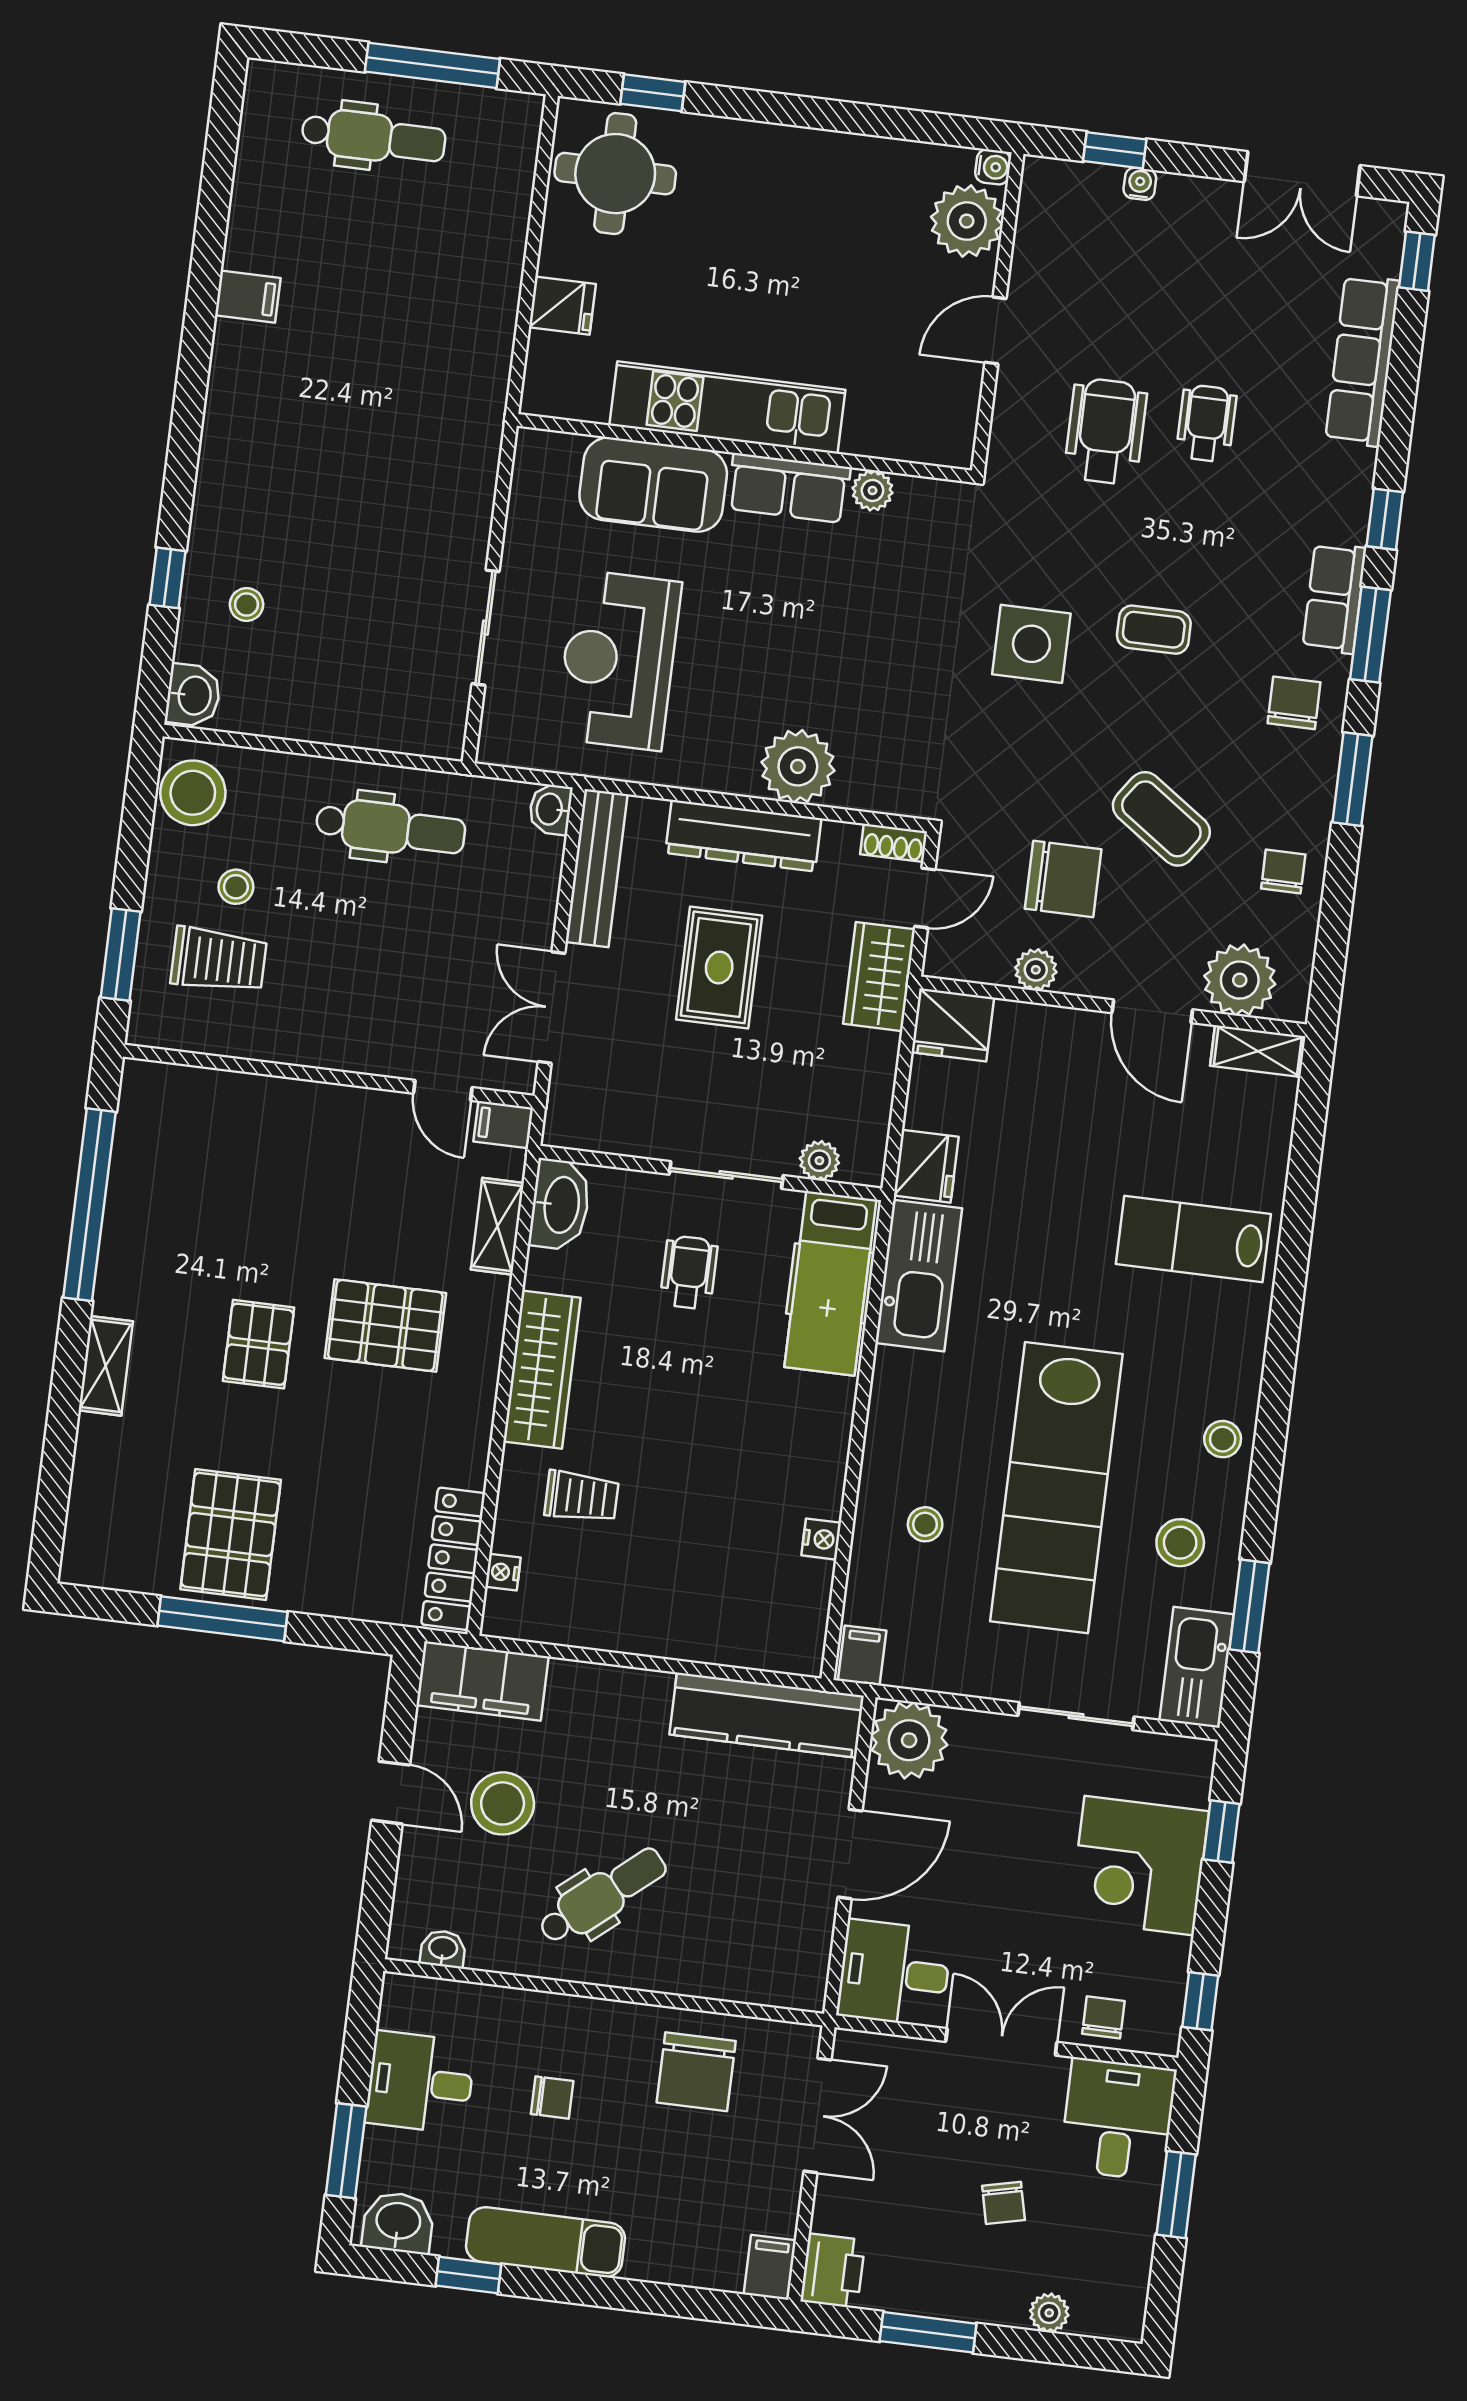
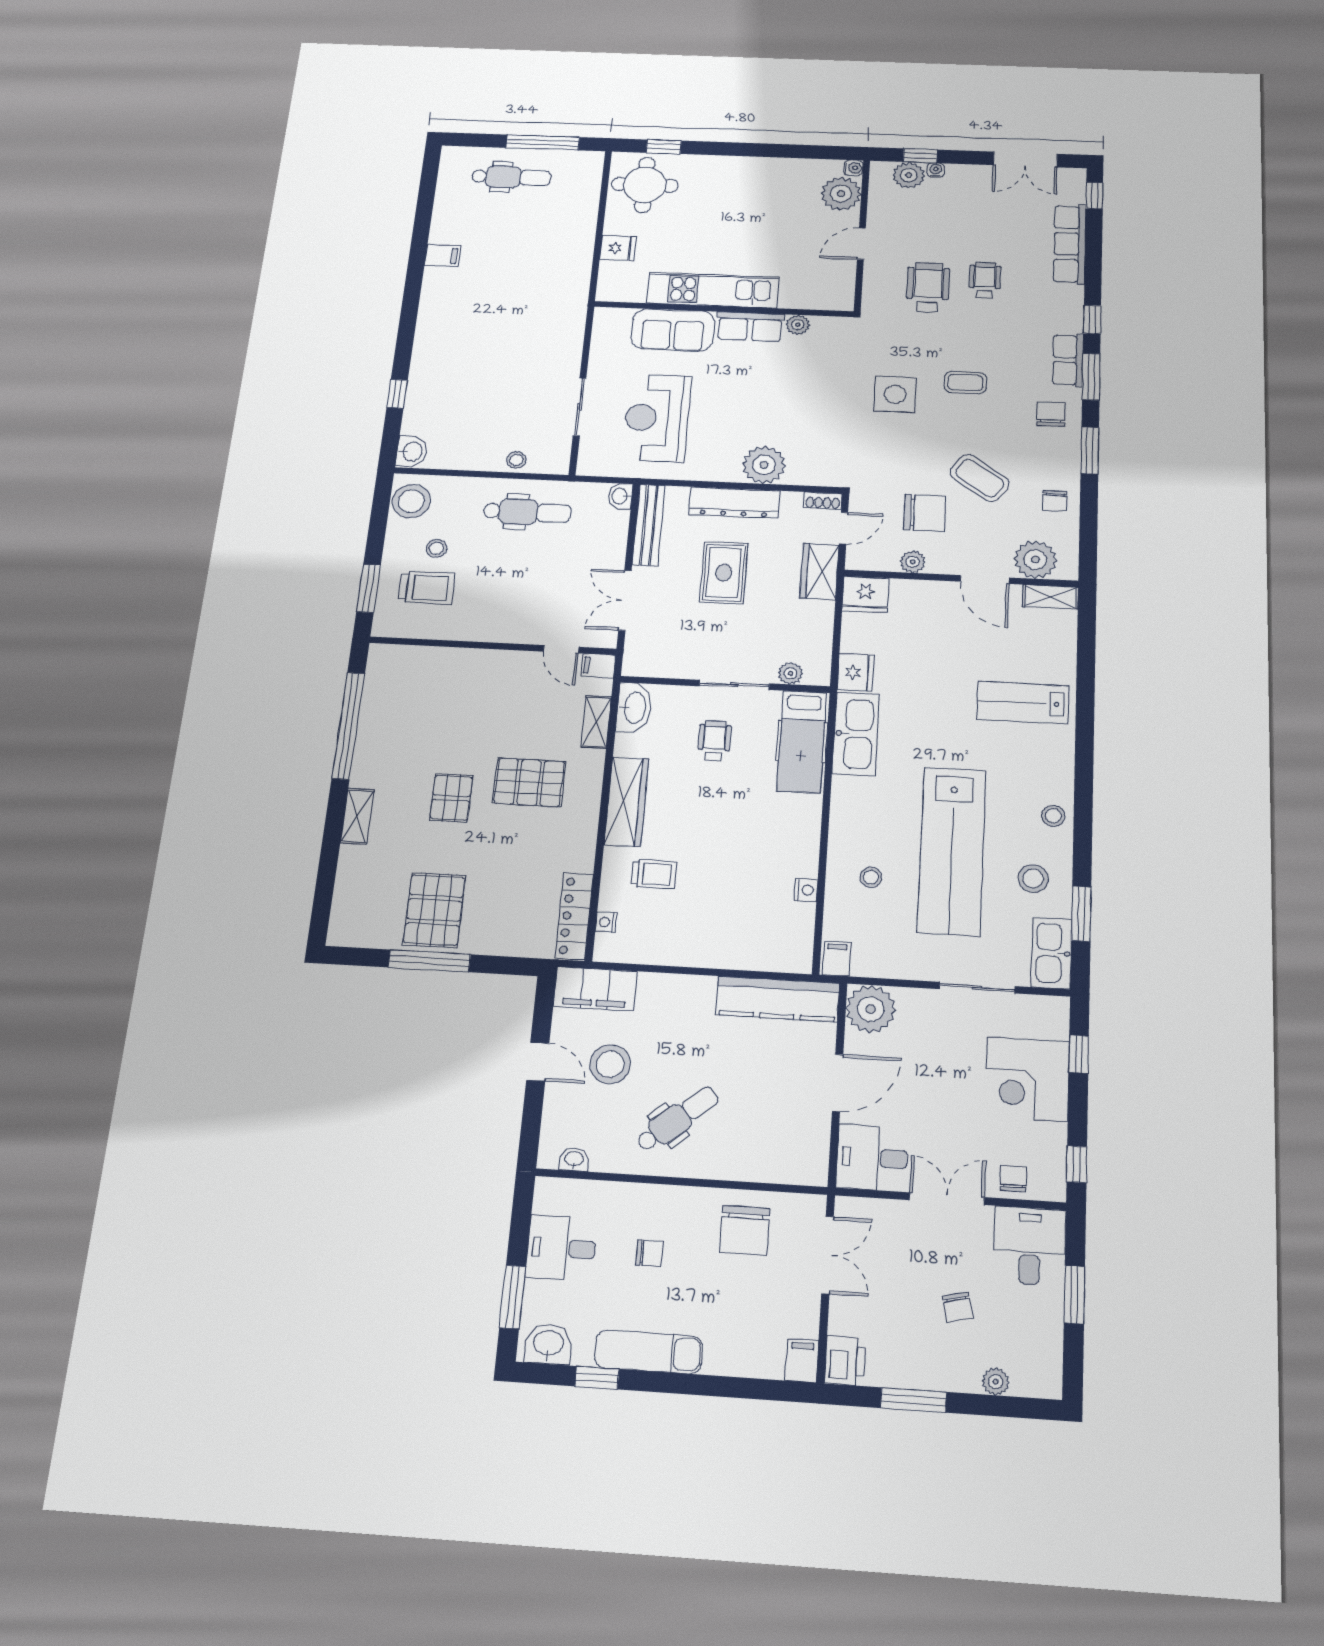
plant: (1091, 191) -> (909, 175), added
stool: (246, 604) -> (516, 460), moved
chair: (1283, 871) -> (1055, 501), turned 180

